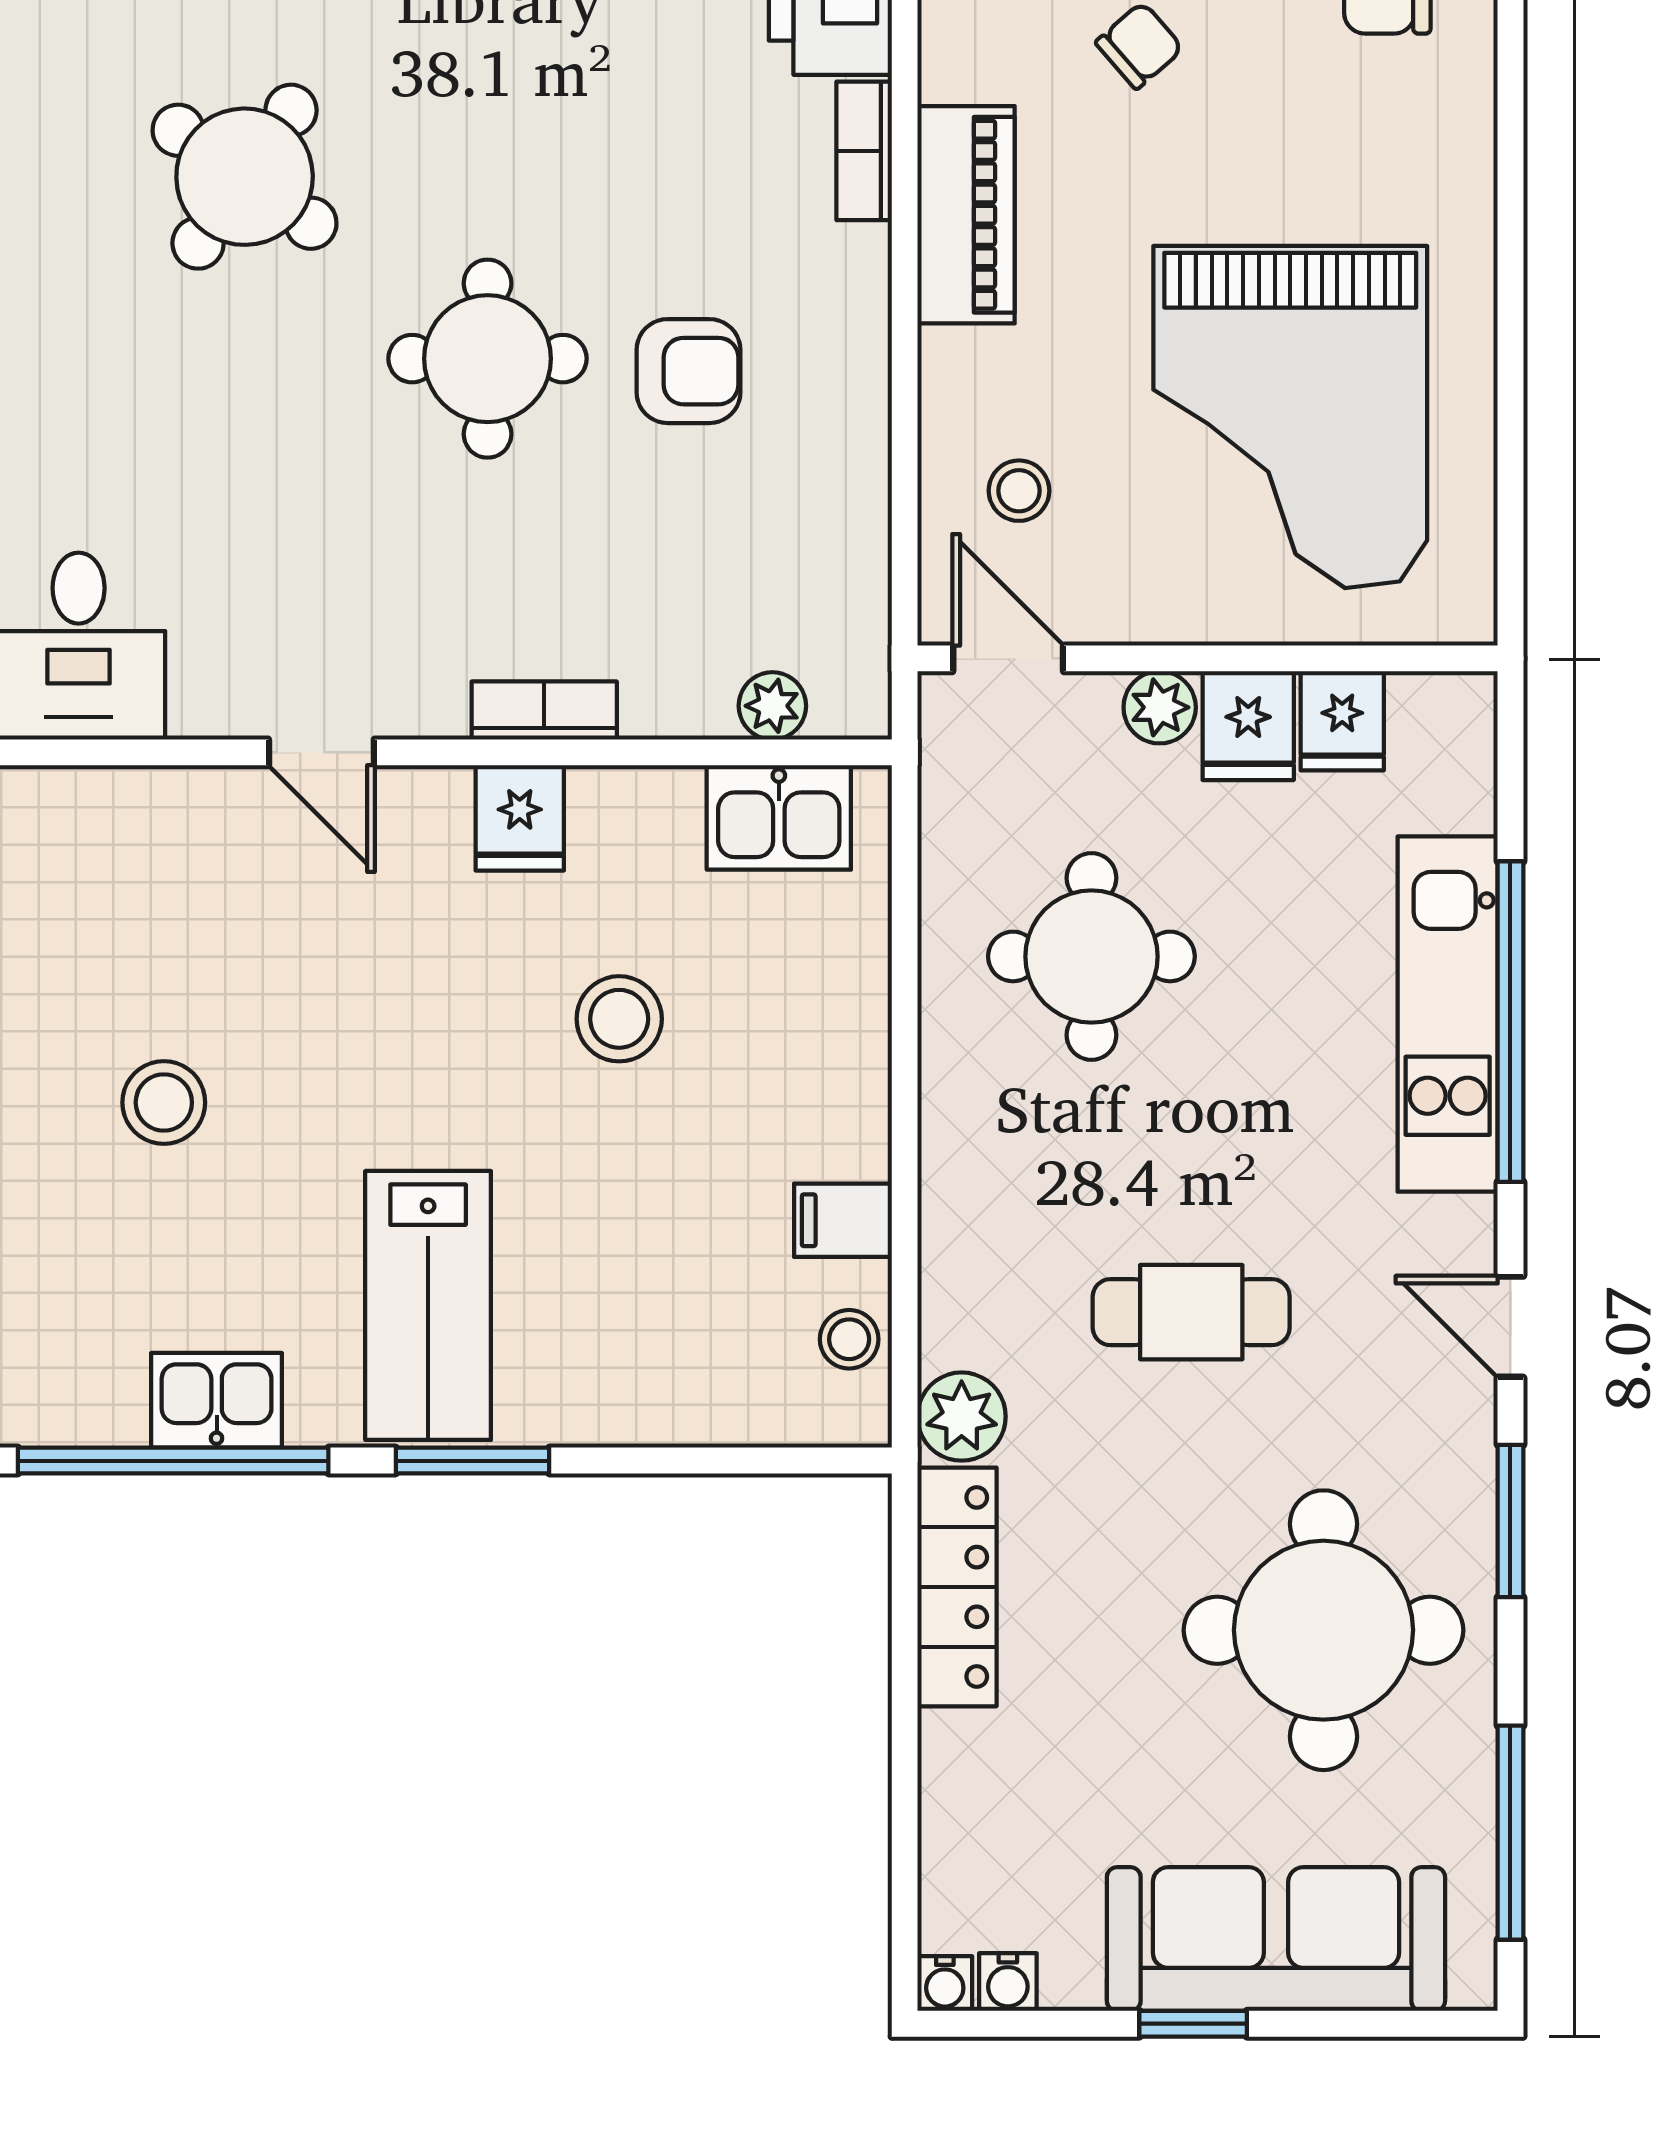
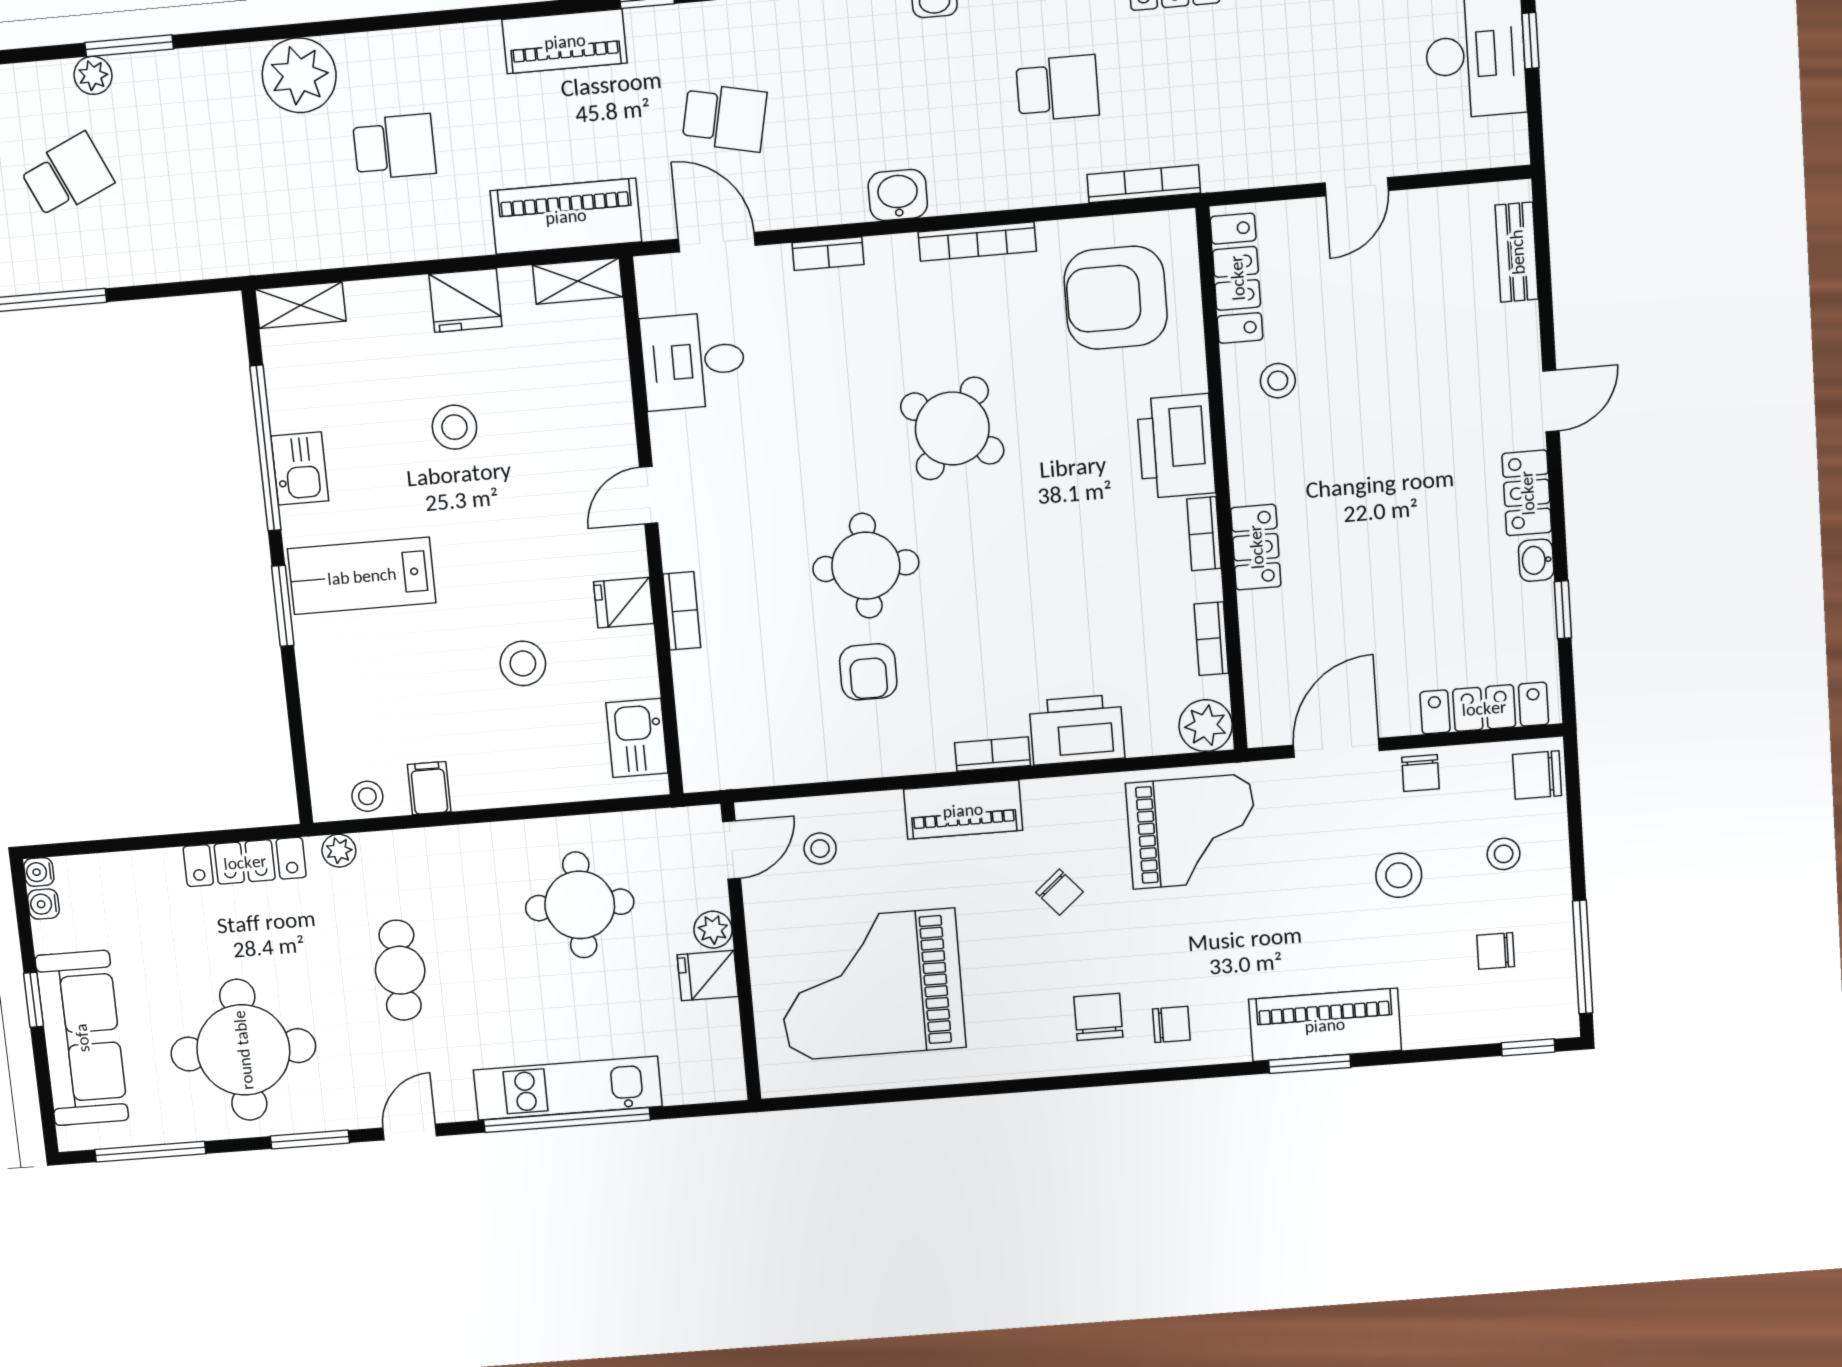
plant: (772, 706) -> (695, 730), removed
fridge: (1342, 721) -> (715, 1023), removed
plant: (962, 1417) -> (339, 851), width x0.73, depth x0.73

